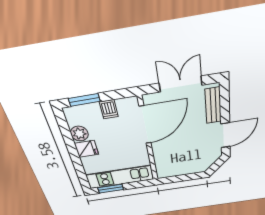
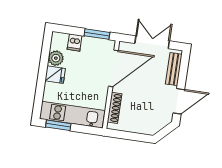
window: (84, 100) -> (97, 34), moved
dishwasher: (109, 109) -> (75, 42), moved
shoe rack: (159, 160) -> (115, 108), added

